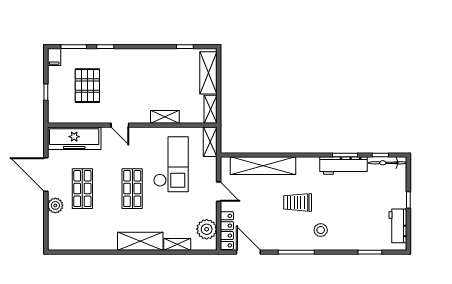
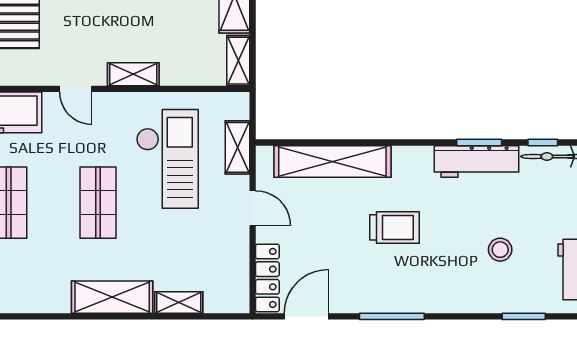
shelving: (165, 117) -> (133, 74), moved
shelving: (210, 142) -> (237, 147), moved
trolley: (298, 202) -> (394, 227), turned 180
plant: (207, 229) -> (231, 276), removed
stool: (321, 230) -> (500, 250), moved
door: (248, 252) -> (306, 316), hinge flipped

